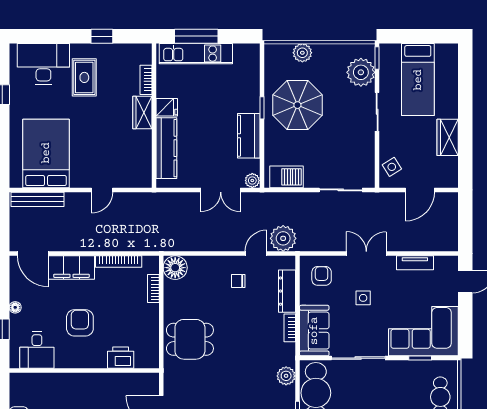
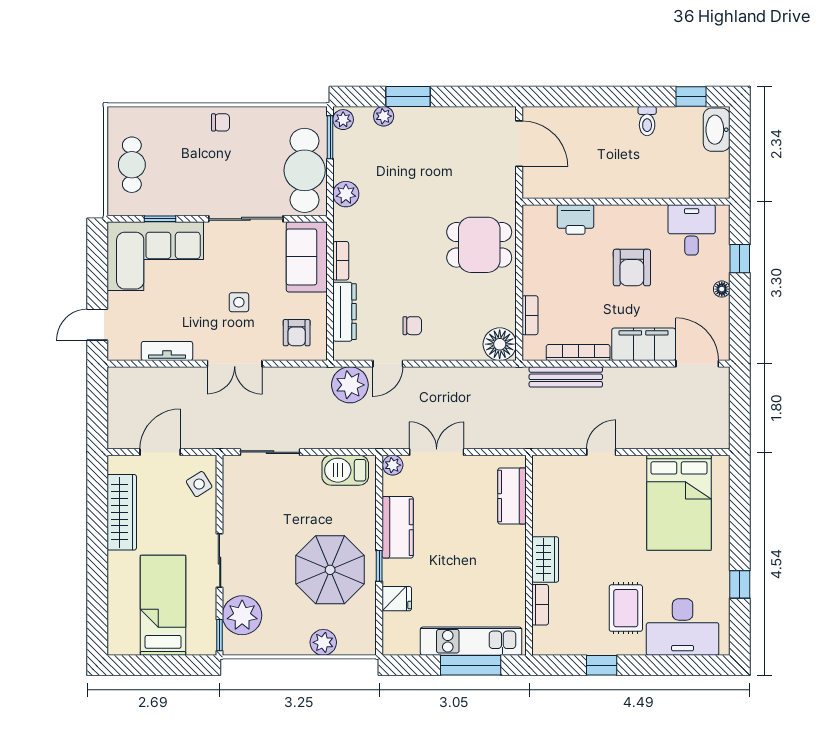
fridge: (167, 107) -> (397, 599), moved, turned 180
wardrobe: (448, 137) -> (122, 512), width x1.50
kitchen counter: (166, 148) -> (512, 496), width x0.67
bench: (38, 199) -> (566, 377), moved

